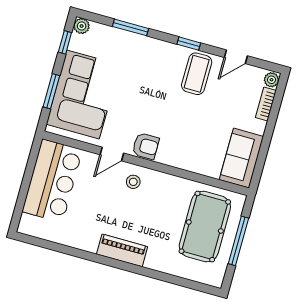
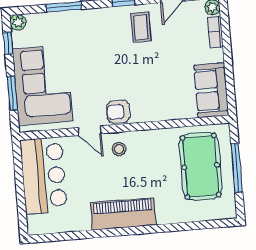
coffee table: (197, 74) -> (141, 27), width x0.73, depth x0.77
armchair: (146, 146) -> (118, 112), turned 180
door: (112, 154) -> (90, 131), hinge flipped
piano: (122, 250) -> (123, 214), width x1.37, depth x1.33

